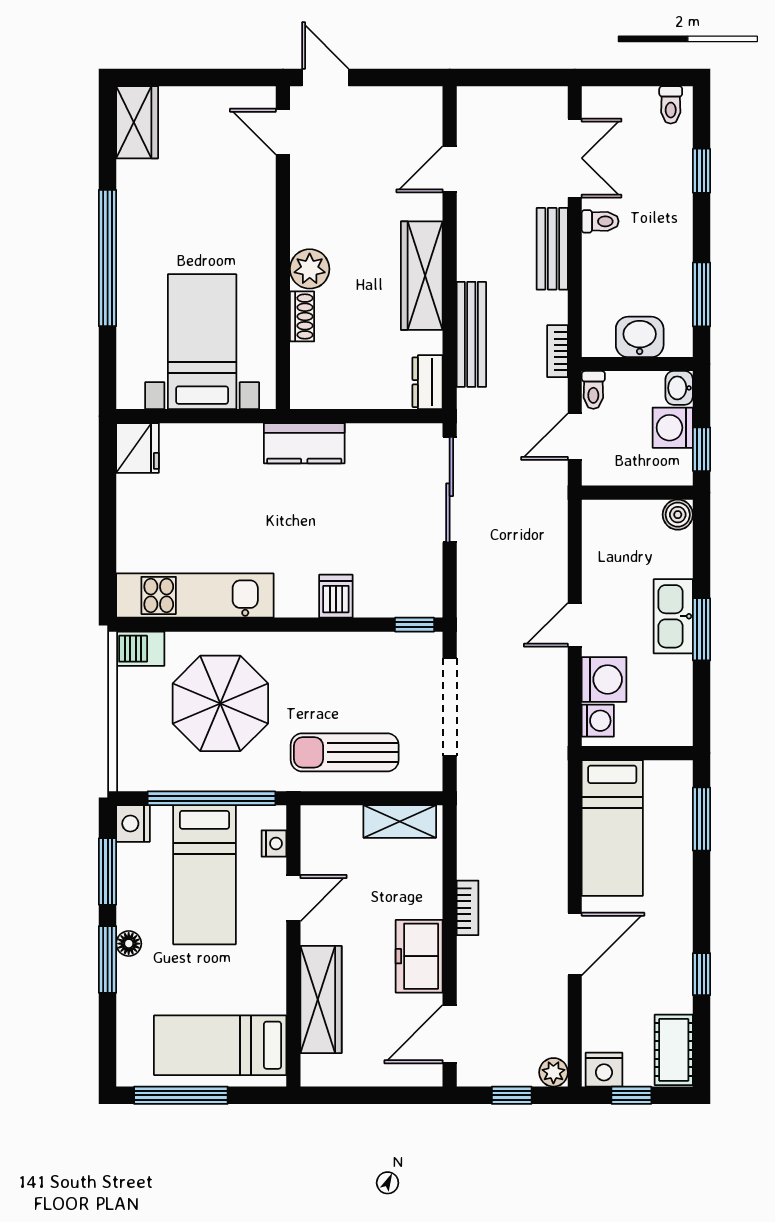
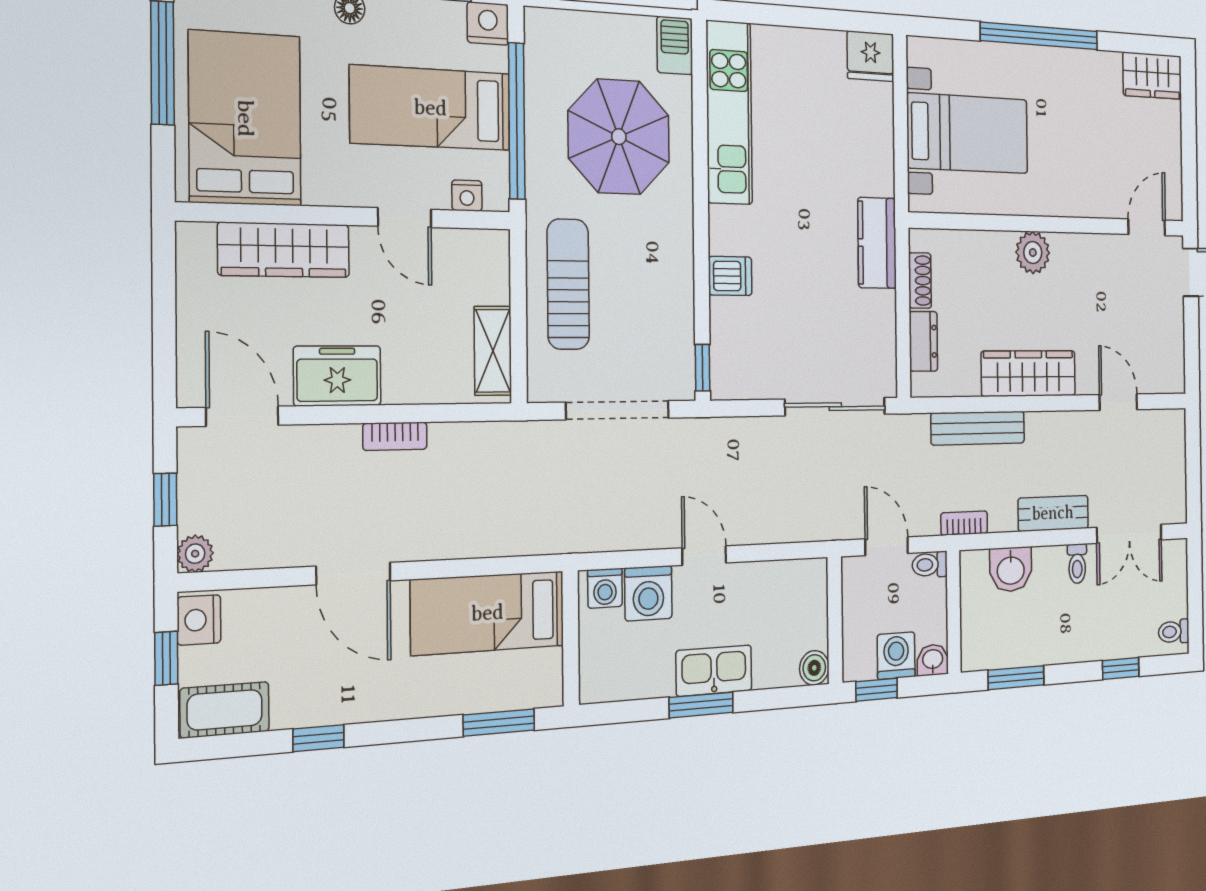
shoe rack: (302, 316) -> (920, 281), moved, turned -90
washbasin: (640, 337) -> (1011, 569), moved, turned 90
dresser: (428, 382) -> (923, 341), moved, turned 90
bed: (220, 1045) -> (245, 119), width x1.50

